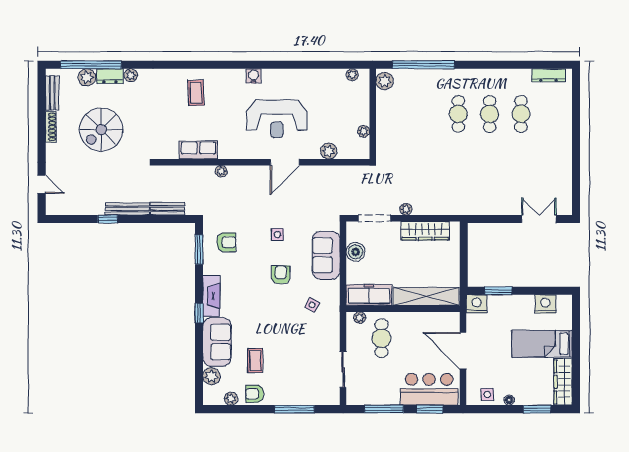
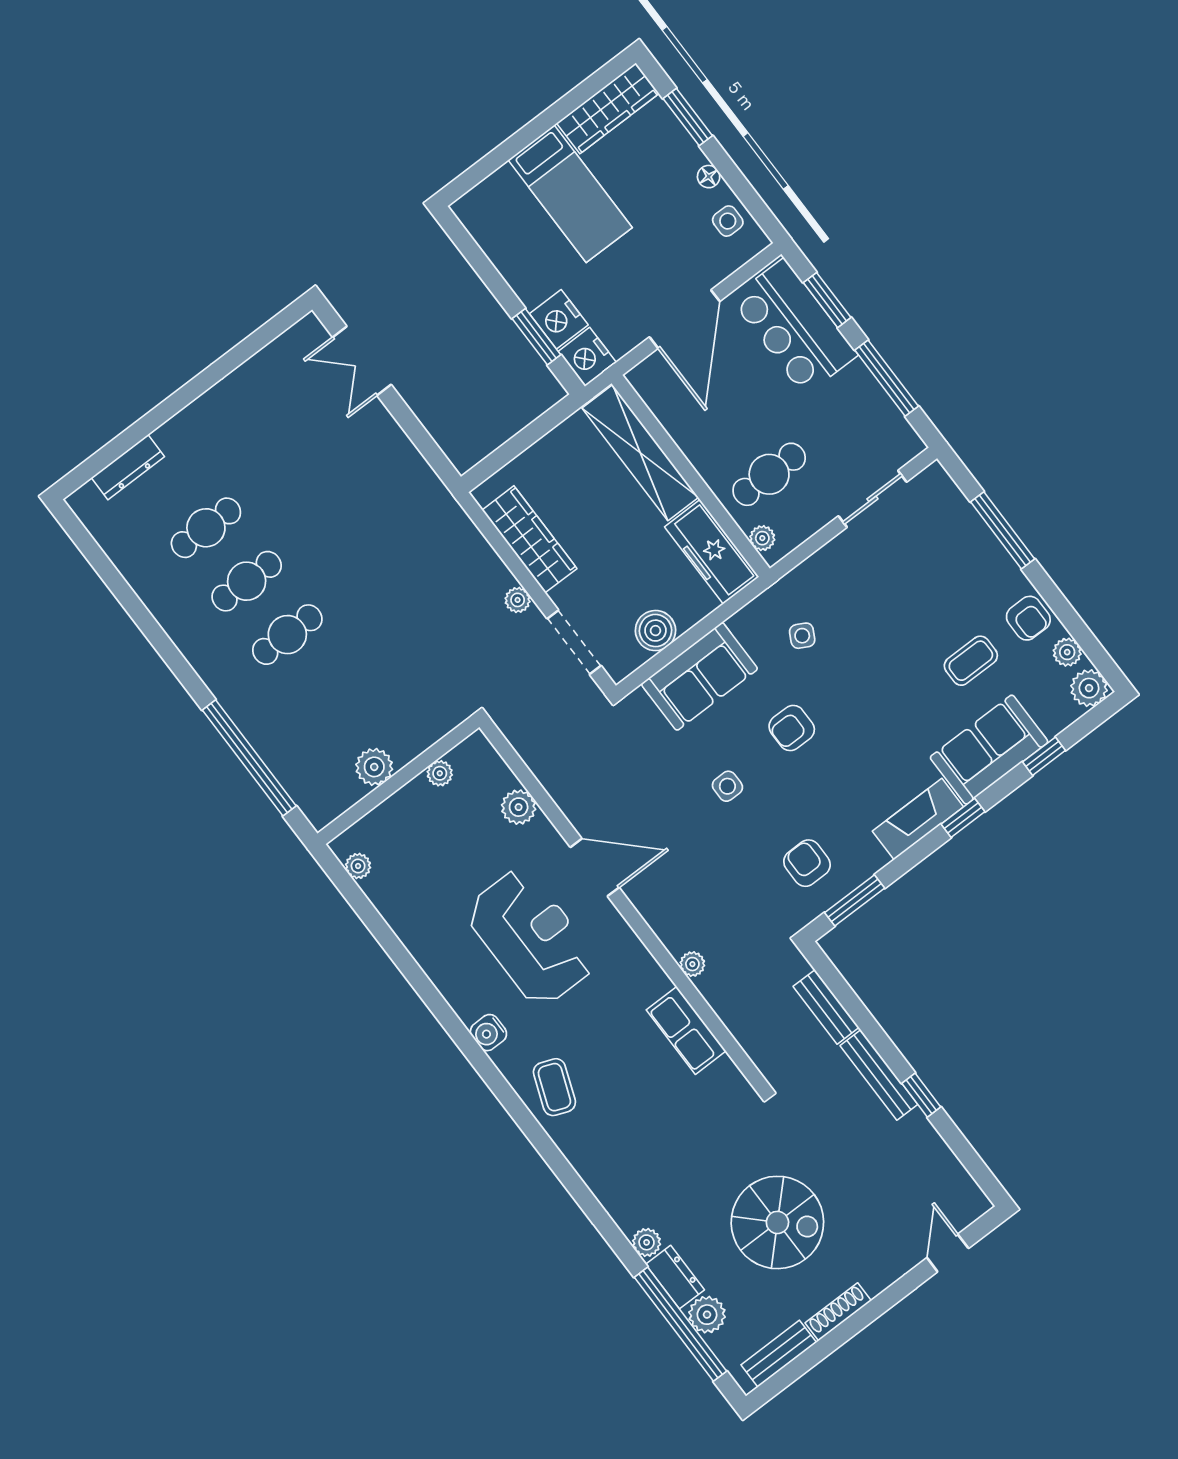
dresser: (549, 75) -> (128, 467), moved, turned 90
plant: (384, 81) -> (374, 767), moved
coffee table: (196, 93) -> (554, 1087), moved, turned -67
nightstand: (545, 304) -> (559, 319), moved
window: (199, 361) -> (1044, 756), added
plant: (211, 376) -> (1089, 688), moved

